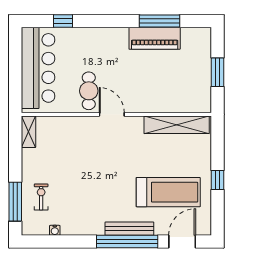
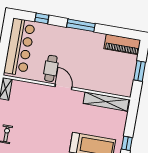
window: (159, 21) -> (81, 25), moved
piano: (155, 38) -> (122, 44), moved

